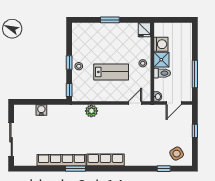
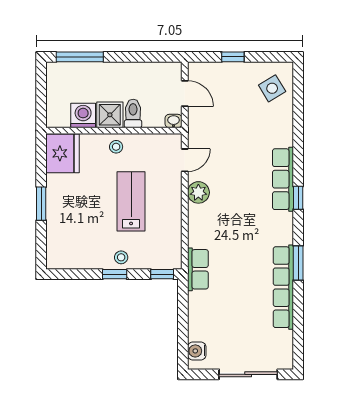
fridge: (144, 30) -> (62, 153), width x1.88, depth x1.34
window: (195, 74) -> (80, 57), moved
door: (135, 103) -> (185, 160), swing flipped
water cooler: (41, 110) -> (197, 351), moved
row of seats: (72, 111) -> (198, 269), added
plant: (91, 111) -> (198, 192), moved
row of seats: (105, 160) -> (283, 179), moved
window: (164, 169) -> (298, 198), moved

